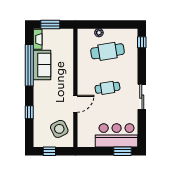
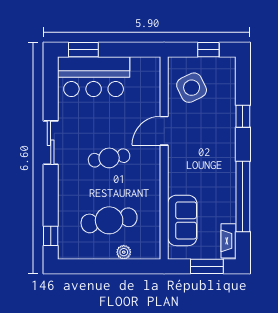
sofa: (42, 65) -> (182, 220), moved, turned 180

